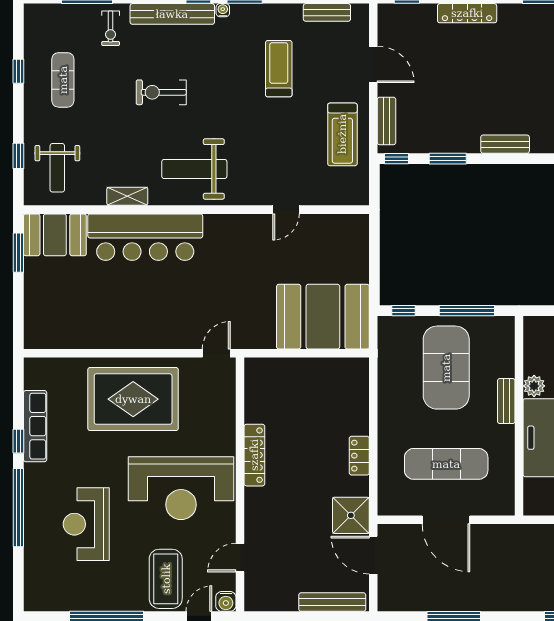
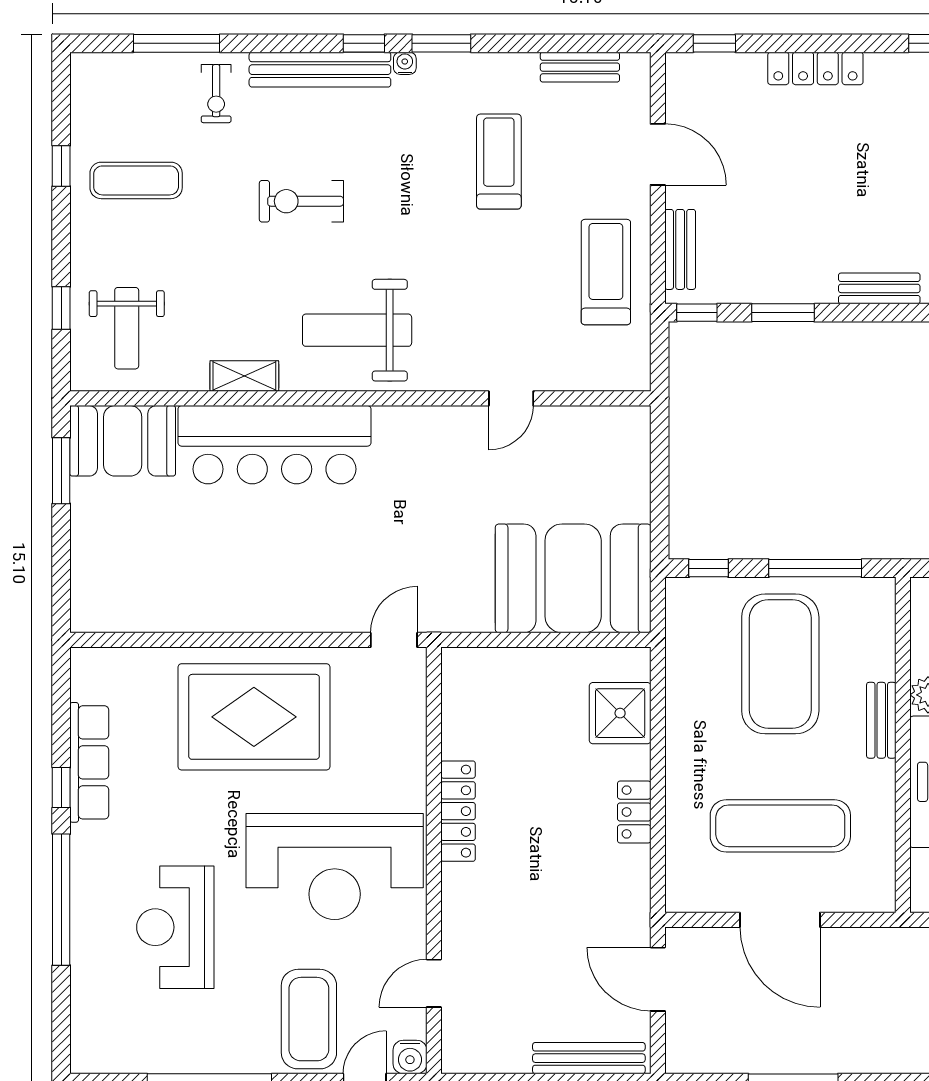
exercise mat: (63, 80) -> (136, 180), turned 90
treadmill: (342, 134) -> (606, 272), turned 180
shower: (351, 515) -> (620, 713), moved

